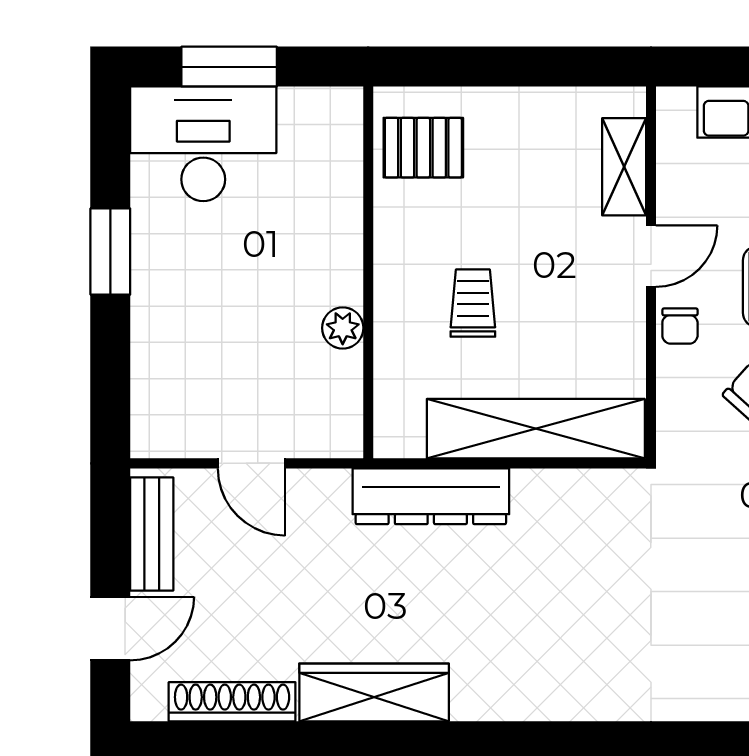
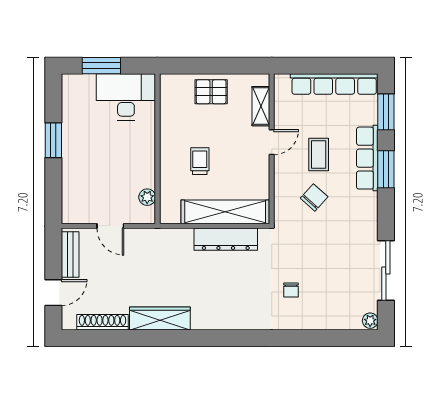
desk: (203, 144) -> (126, 97), moved
pallet: (423, 148) -> (211, 92), moved
chair: (680, 326) -> (291, 290), moved
plant: (343, 328) -> (147, 197), moved
dresser: (431, 496) -> (226, 239), moved

